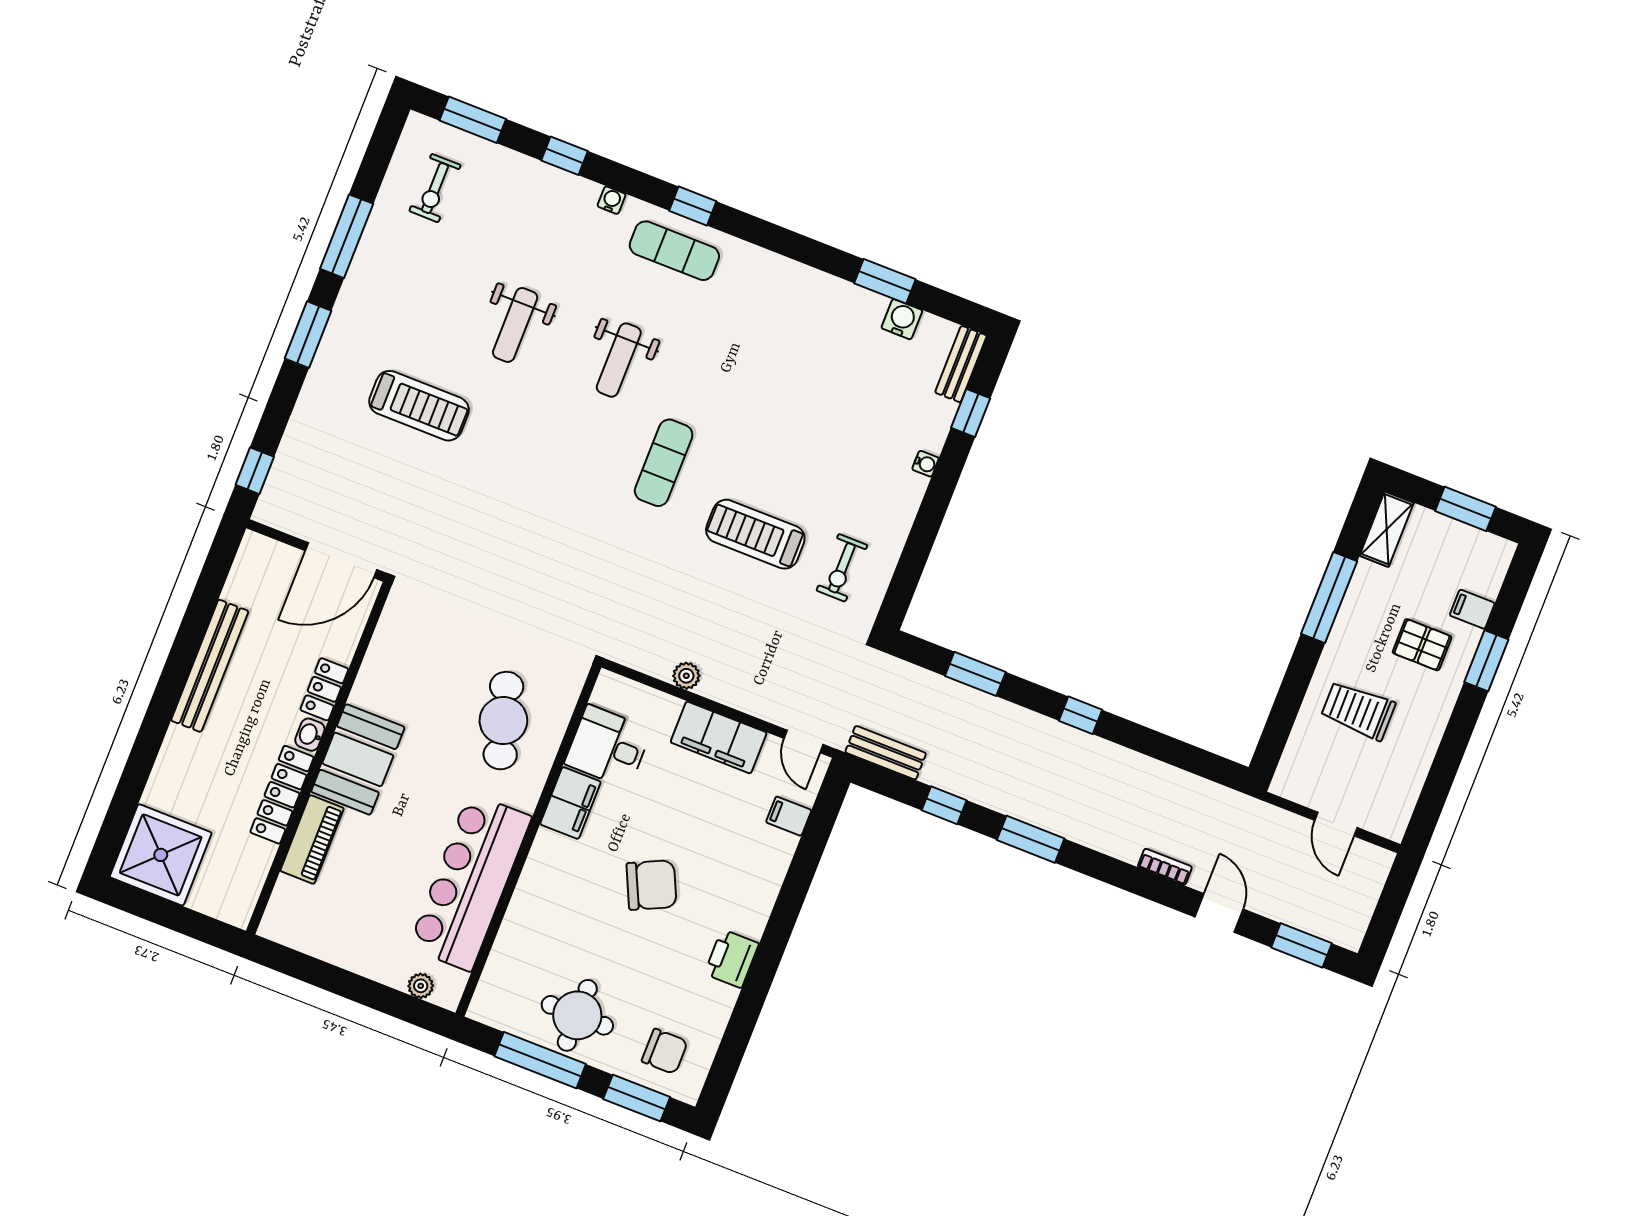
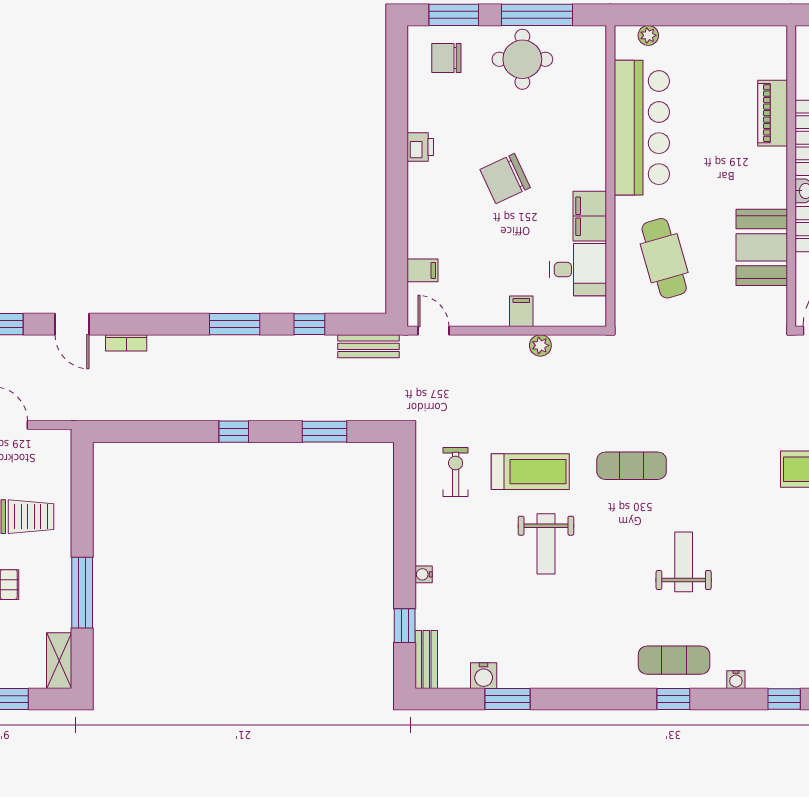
weight bench: (515, 325) -> (546, 544), moved, turned 180
exercise mat: (664, 463) -> (632, 466), moved, turned 90
filing cabinet: (719, 737) -> (521, 311), width x0.33, depth x0.86
booth: (358, 759) -> (762, 247), moved
printer: (732, 959) -> (420, 147), width x0.73, depth x0.81

